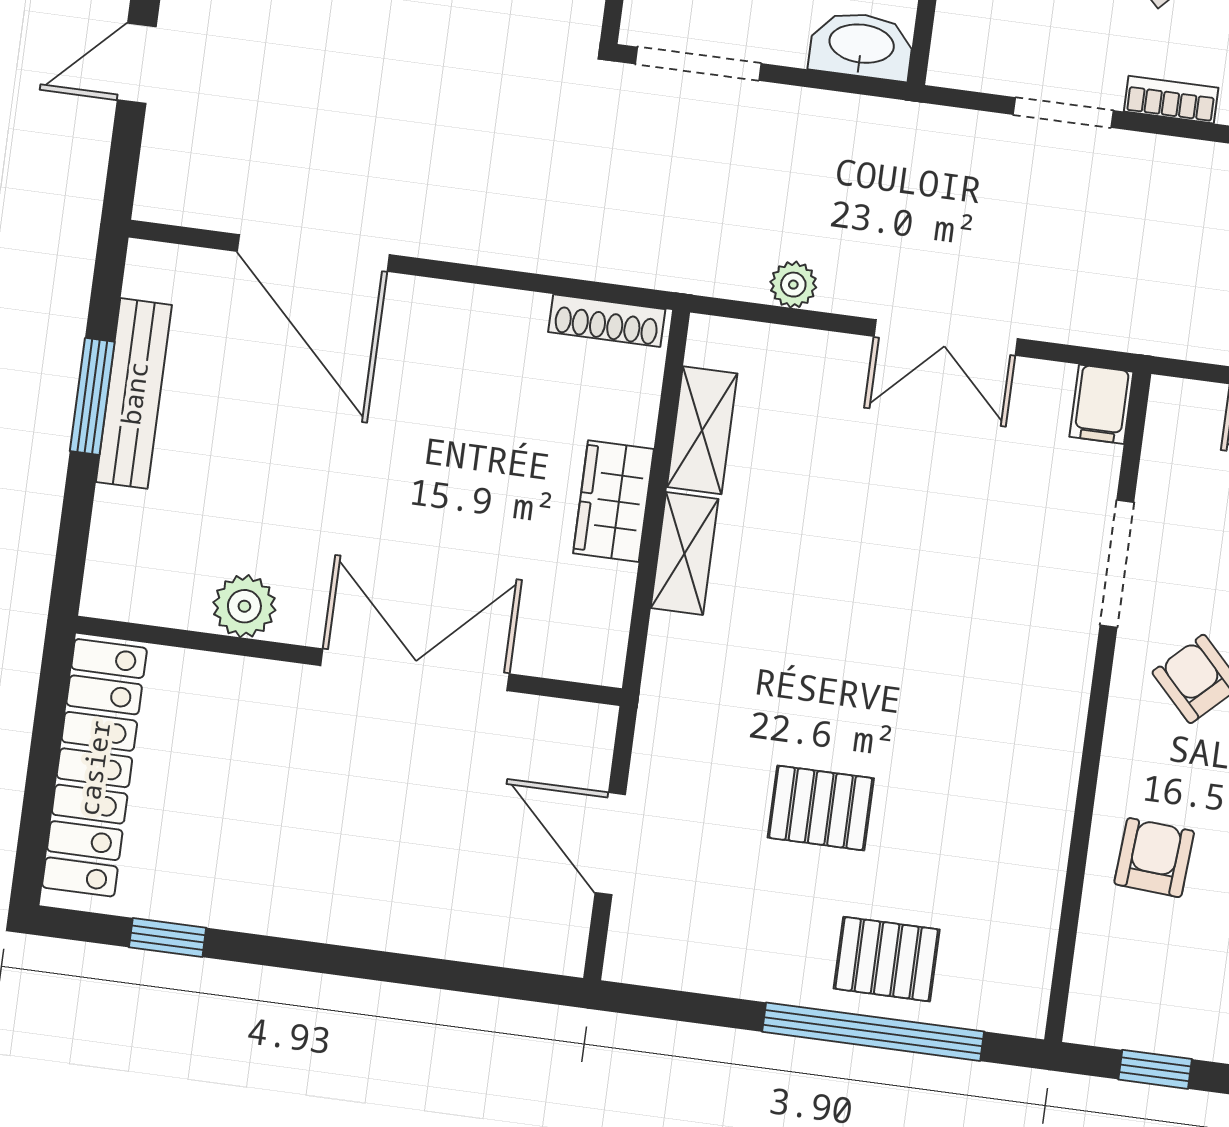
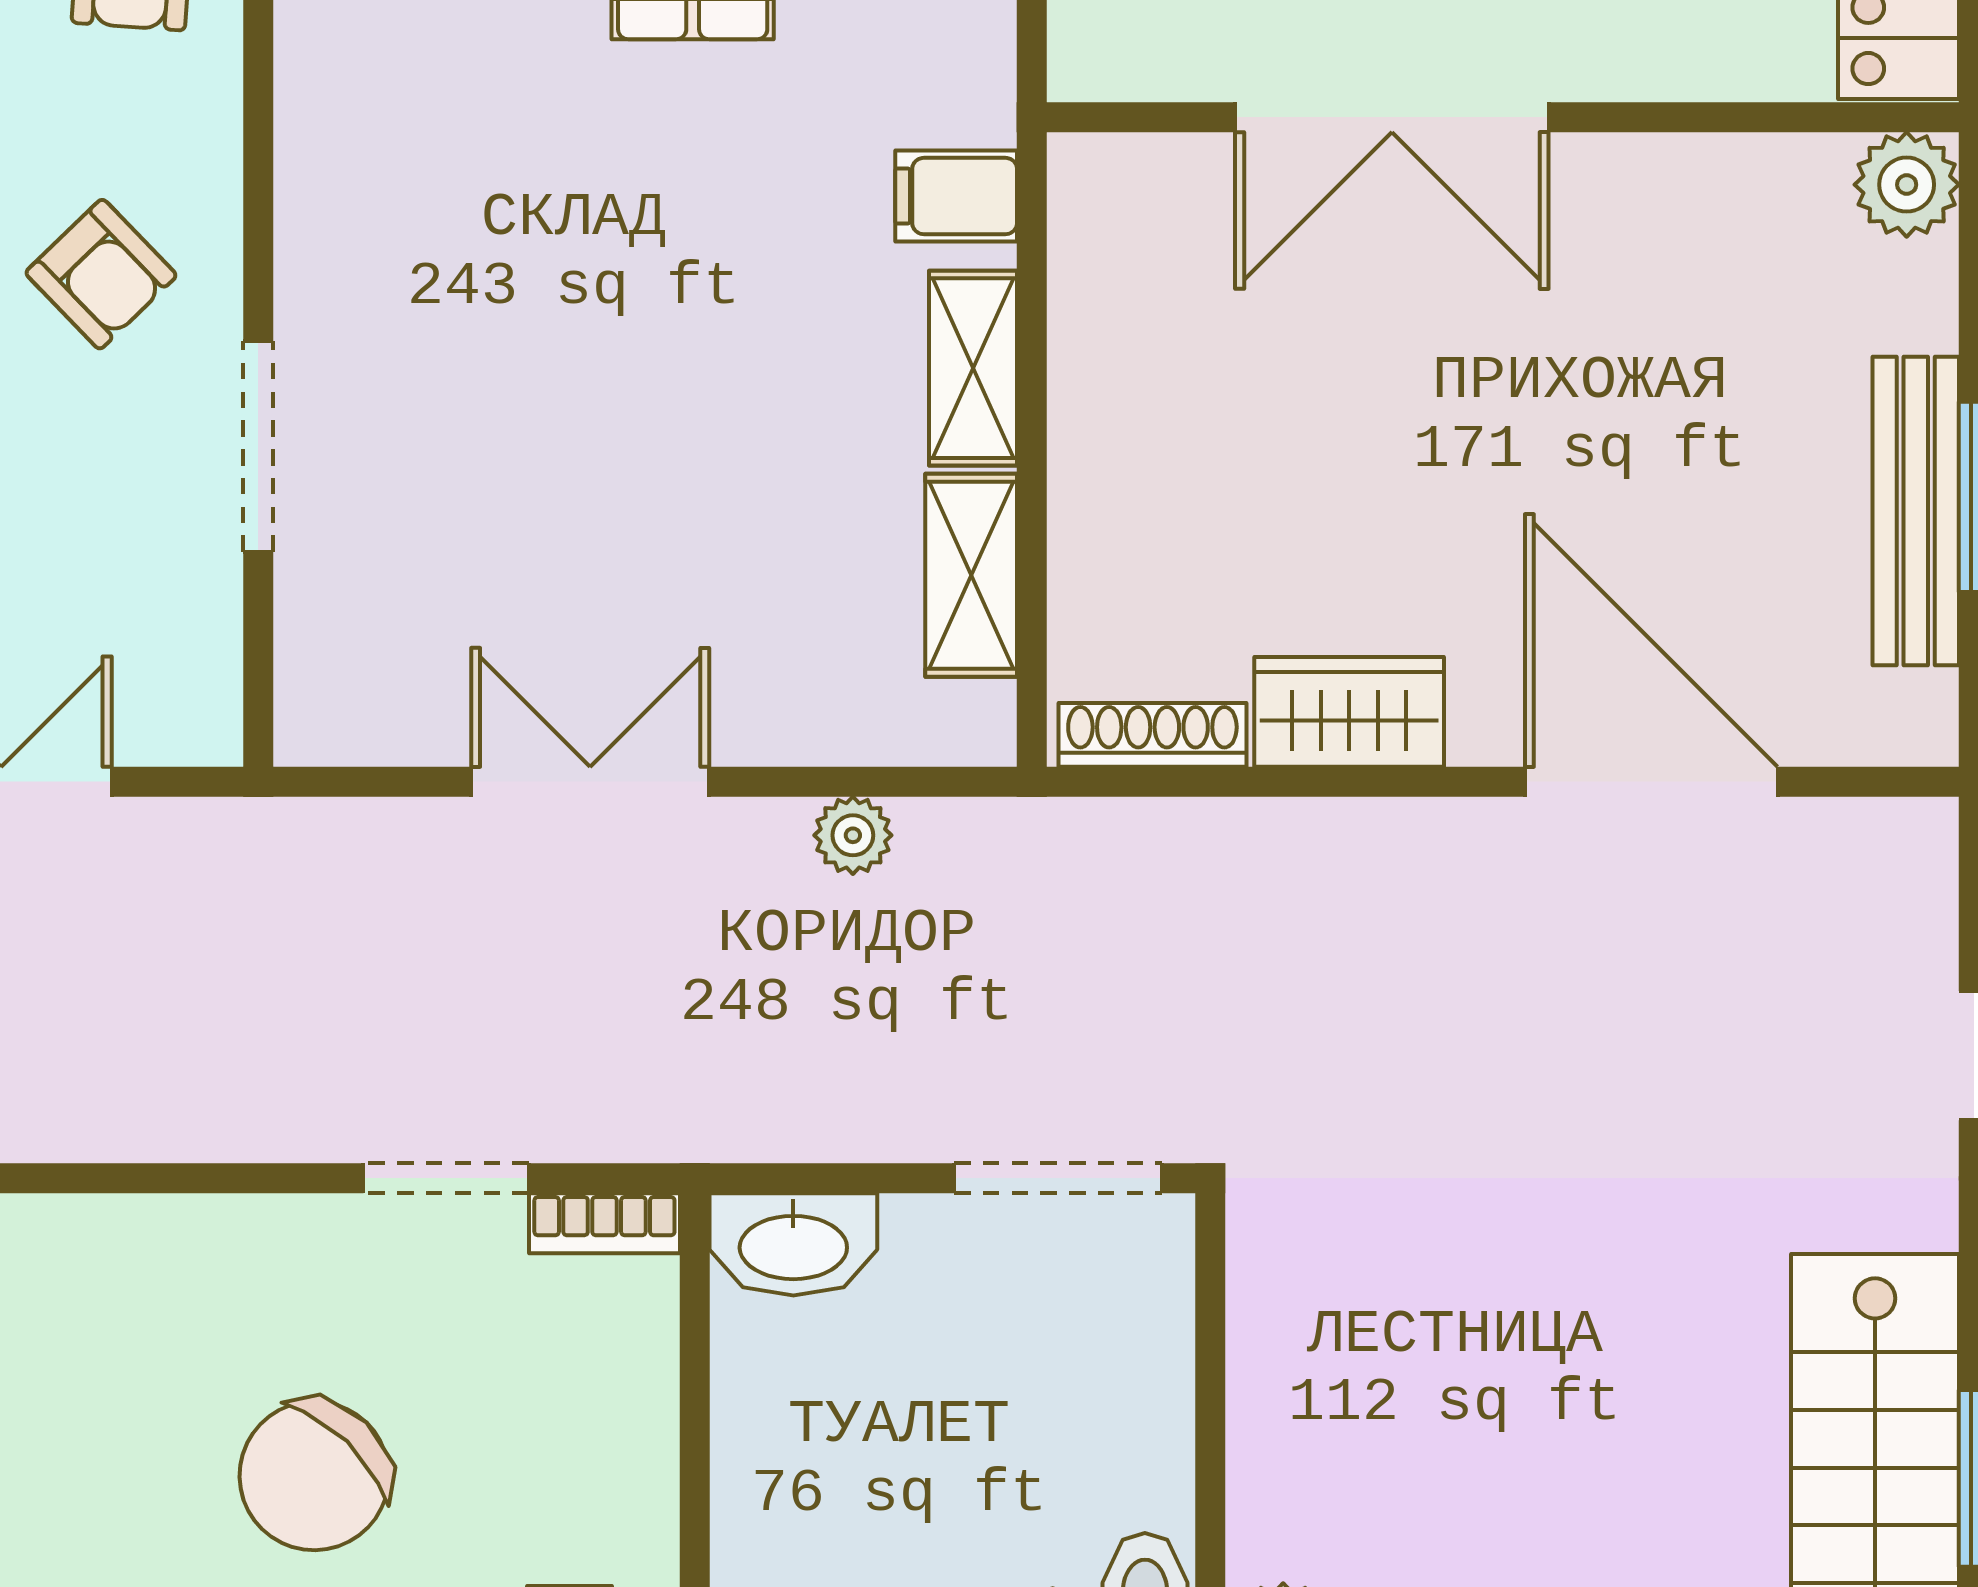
bookcase: (1171, 100) -> (604, 1223), moved
filing cabinet: (1101, 404) -> (956, 196), moved, turned -90
wardrobe: (613, 501) -> (1349, 712), moved, turned -90
plant: (244, 606) -> (1907, 185), moved

